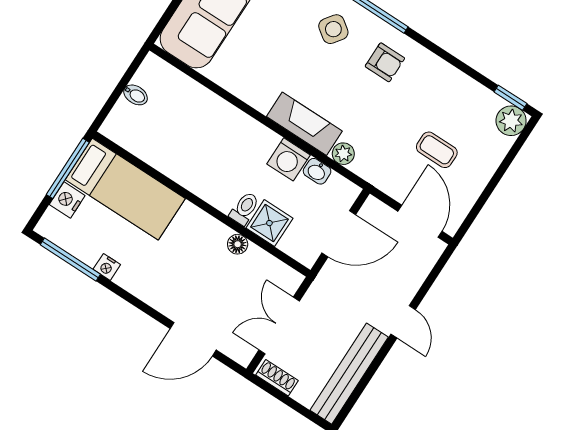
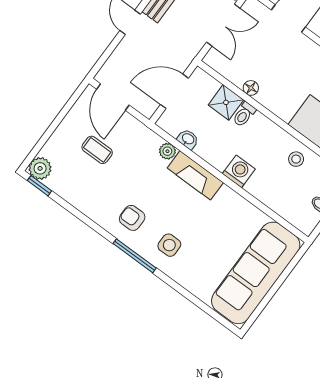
side table: (333, 29) -> (169, 245), turned -36
stool: (172, 153) -> (296, 159), added
washing machine: (289, 159) -> (239, 171), moved

